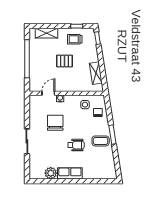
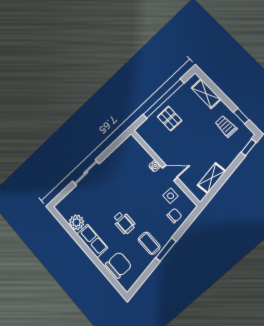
pallet: (65, 61) -> (170, 119), moved
door: (48, 93) -> (170, 173), moved
chair: (55, 123) -> (119, 265), moved

